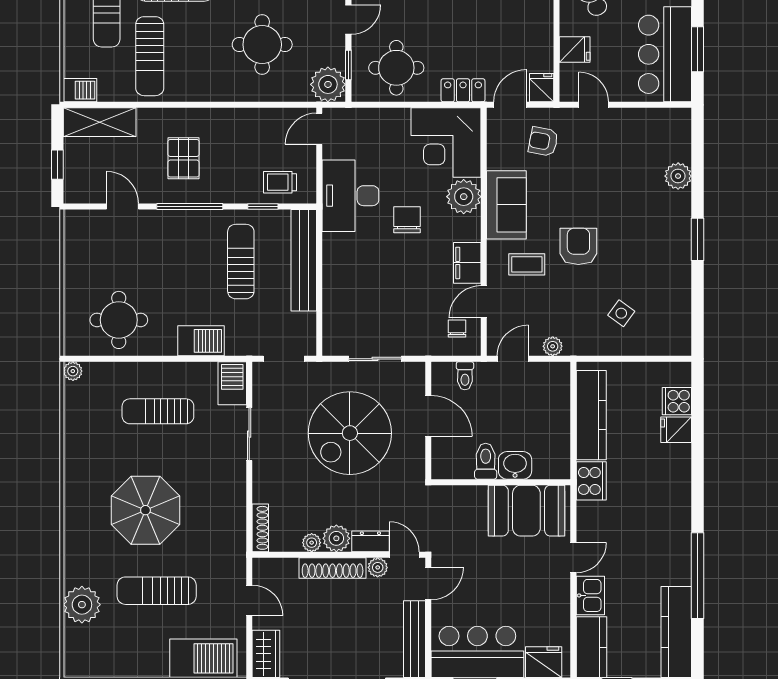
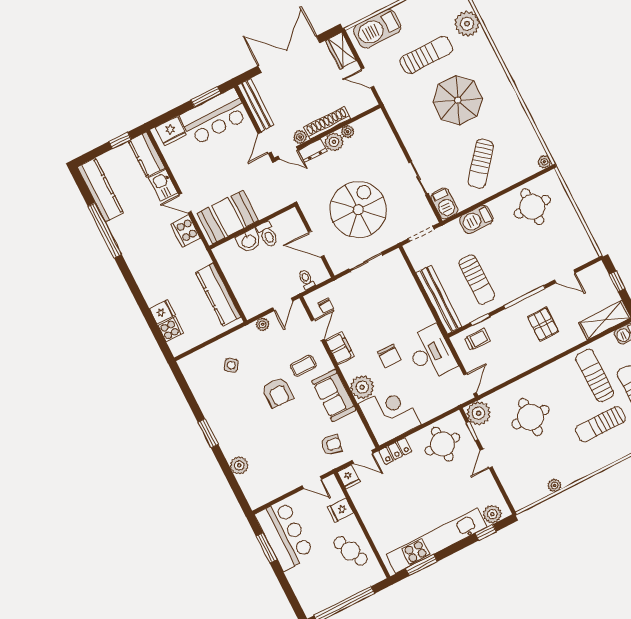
door: (510, 105) -> (362, 457), hinge flipped
sun lounger: (158, 411) -> (481, 164), turned 129
cooker: (591, 481) -> (186, 231), moved
shoe rack: (260, 528) -> (383, 125), removed
door: (573, 558) -> (185, 203), hinge flipped

